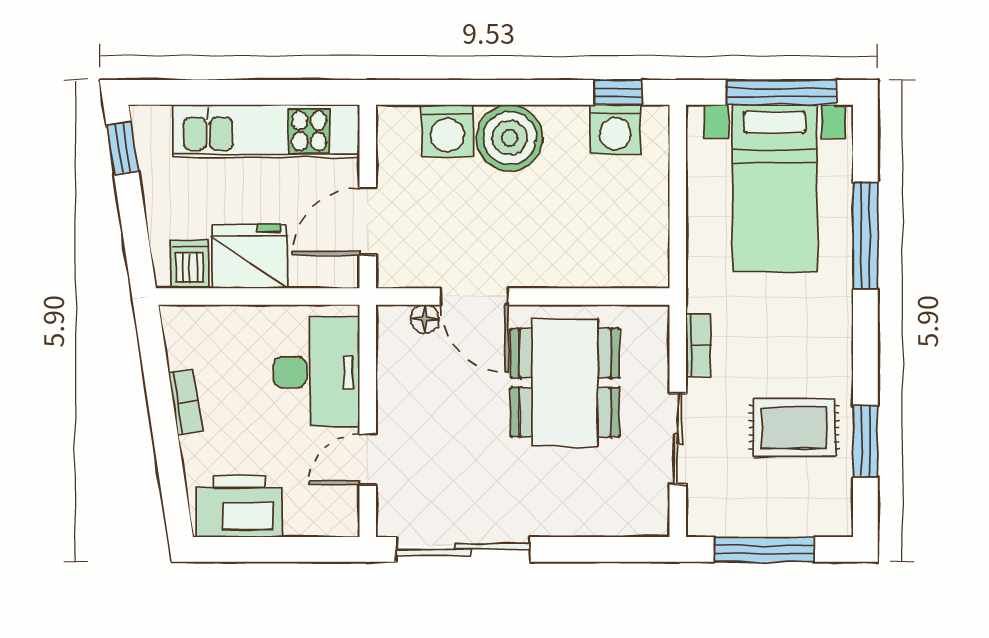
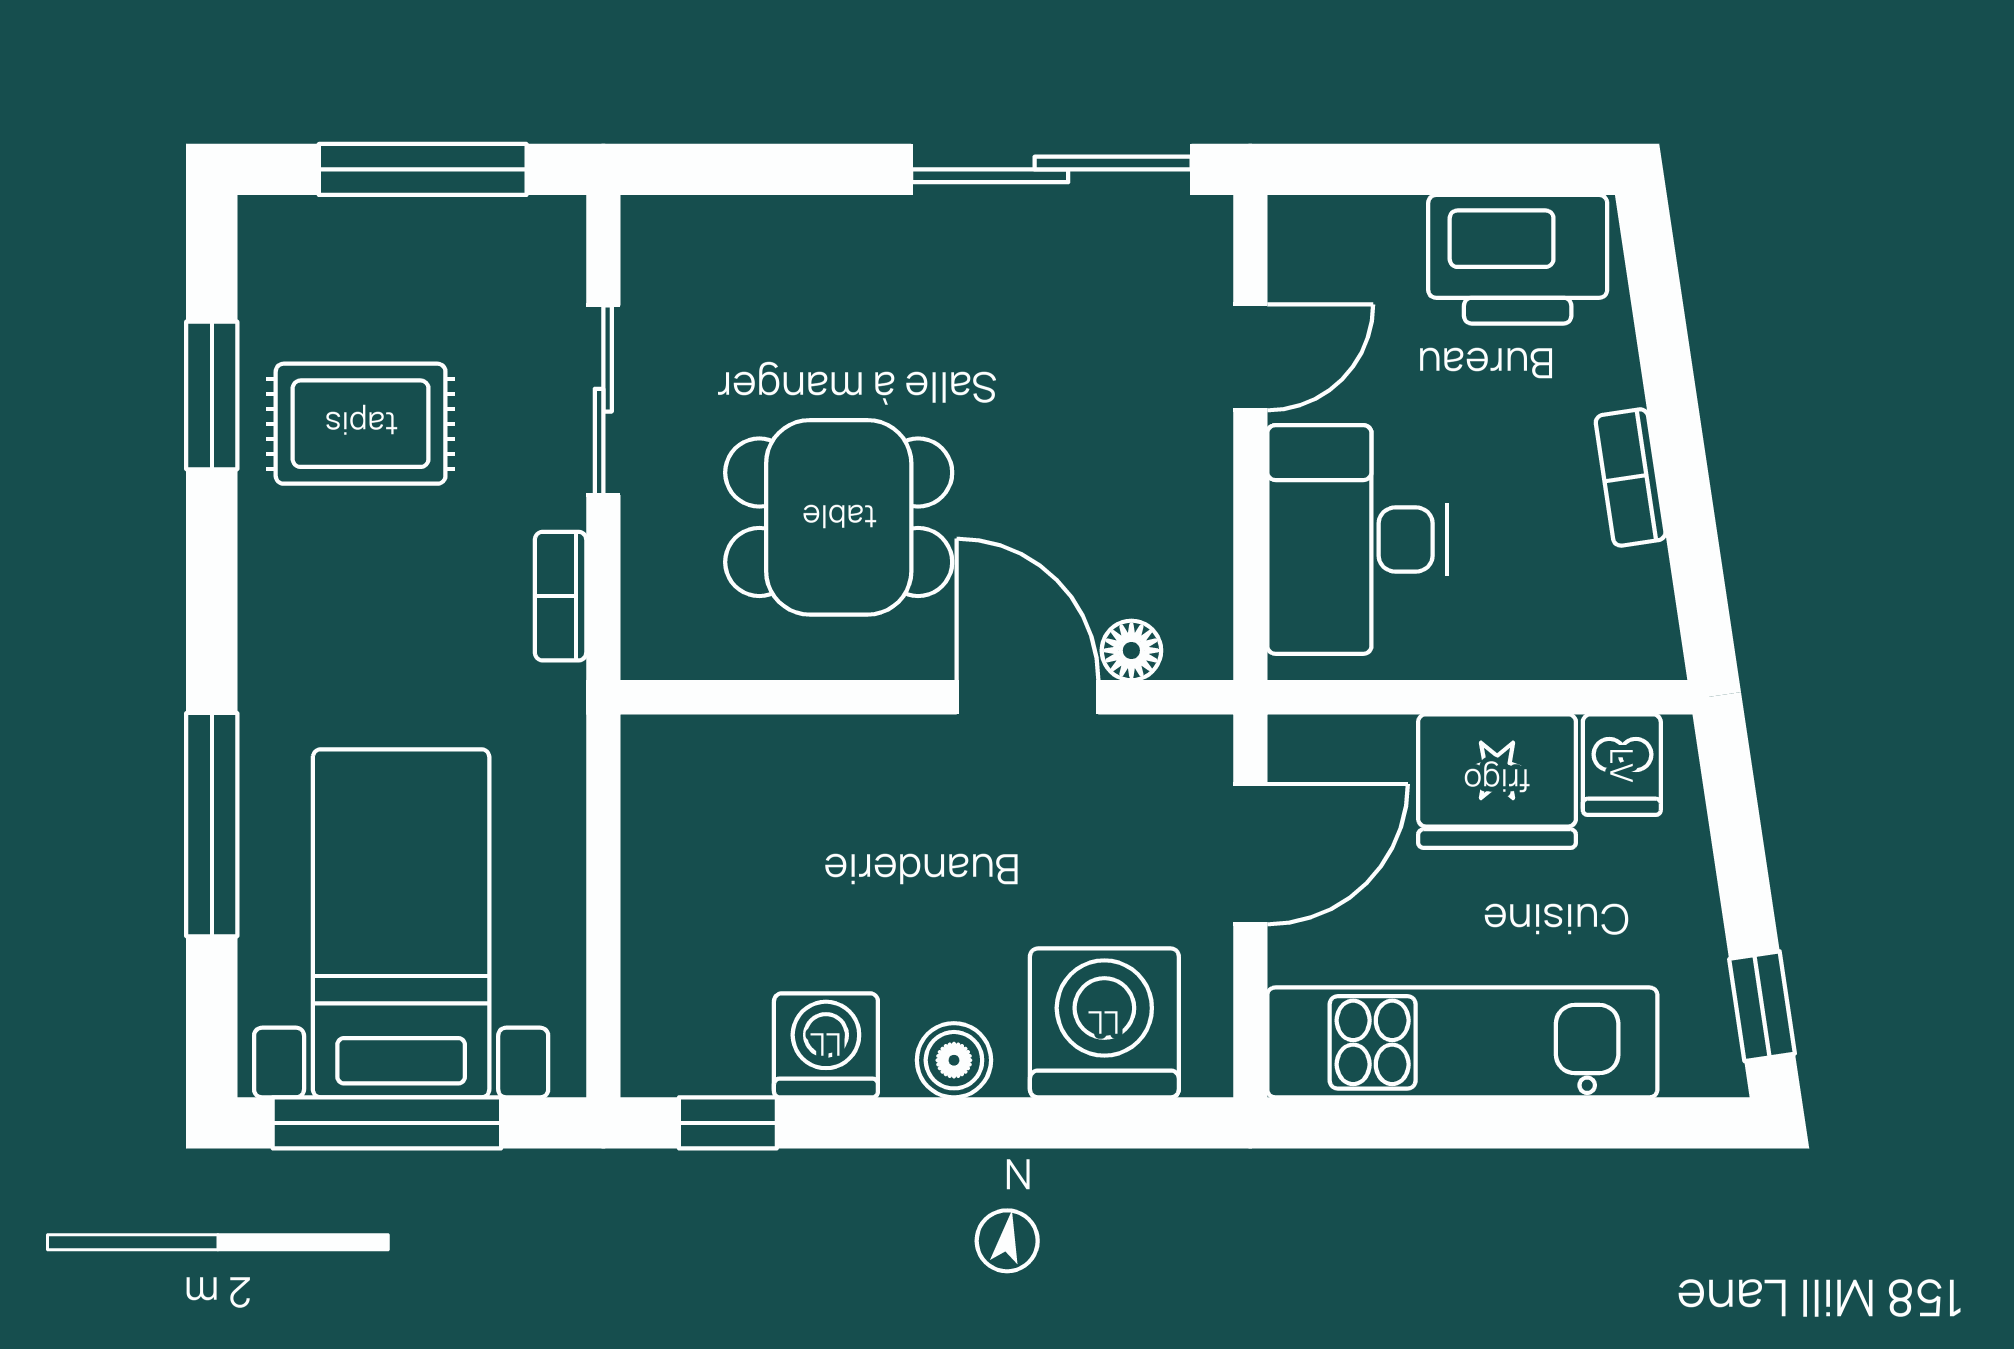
washing machine: (615, 130) -> (826, 1045), moved
washing machine: (447, 131) -> (1104, 1023), width x1.37, depth x1.37
boiler: (510, 138) -> (954, 1060), width x0.54, depth x0.54
dining table: (565, 383) -> (839, 517), width x0.73

